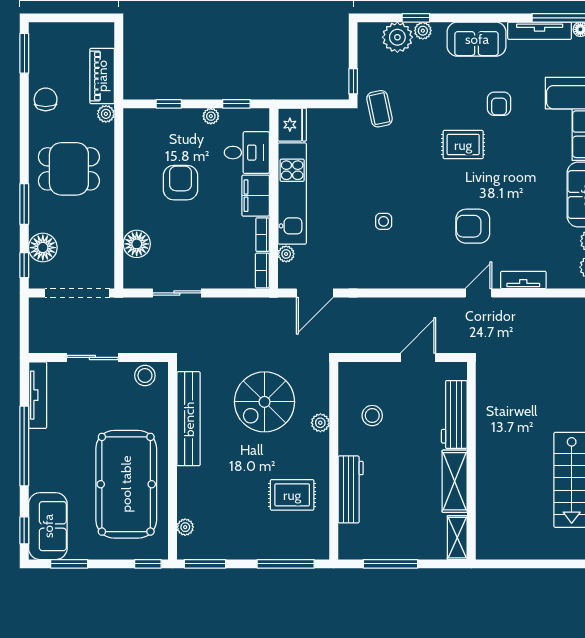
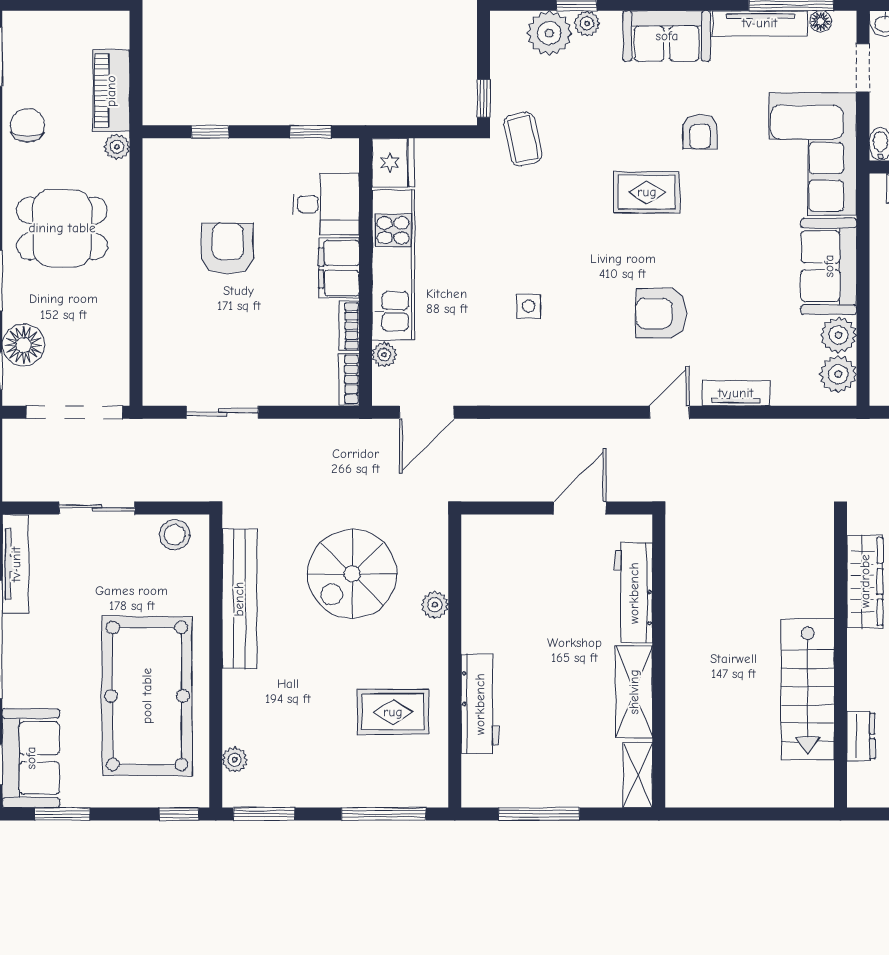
plant: (211, 116) -> (273, 150), removed
floor lamp: (137, 244) -> (163, 340), removed
stool: (372, 416) -> (512, 594), removed

